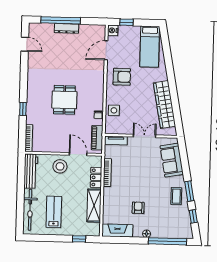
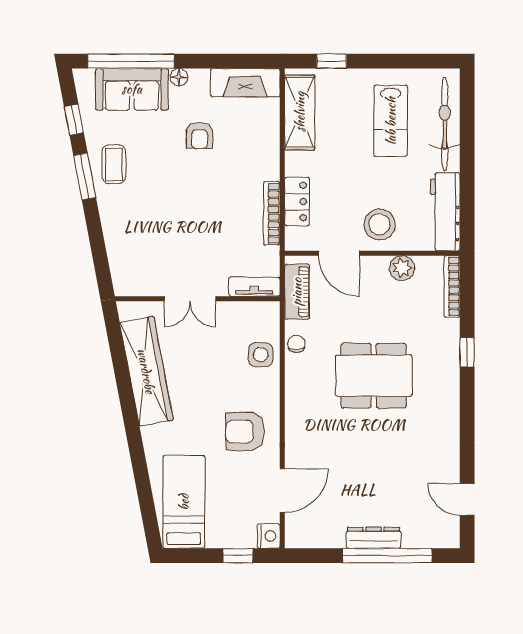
dining table: (64, 100) -> (374, 376), width x1.38
plant: (51, 147) -> (402, 268), added
sofa: (172, 160) -> (132, 89), moved, turned 101
shelving: (94, 206) -> (300, 112), moved

